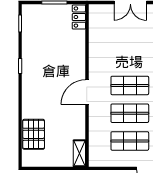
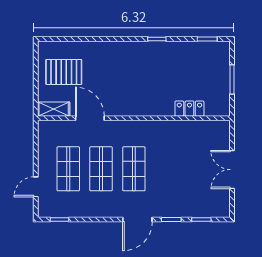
locker: (79, 17) -> (189, 109), moved
door: (87, 92) -> (90, 118), moved
pallet: (34, 134) -> (64, 72), moved

